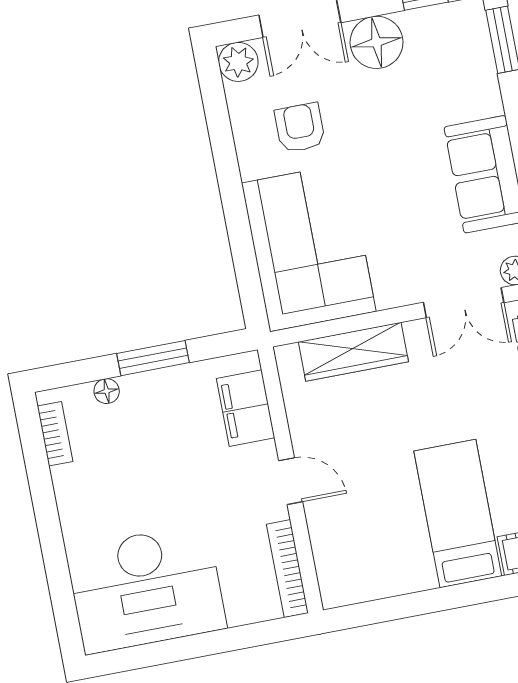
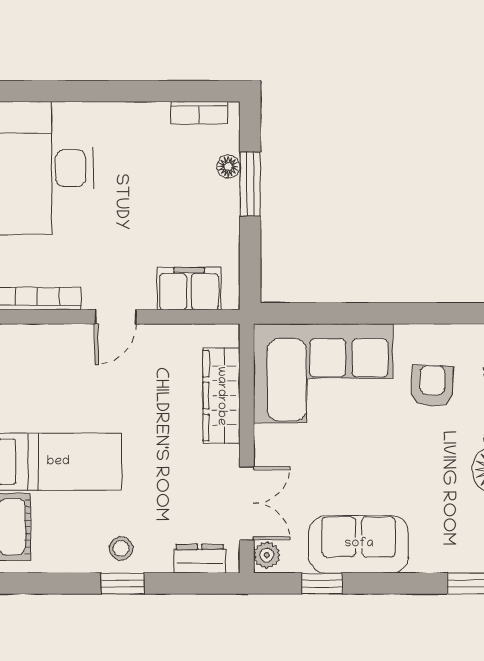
armchair: (300, 128) -> (432, 386), turned -88
double door: (464, 303) -> (247, 503), swing flipped
window: (153, 358) -> (250, 184), moved

